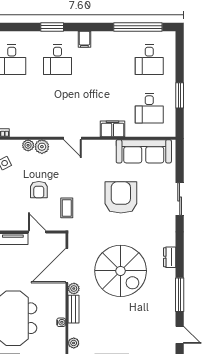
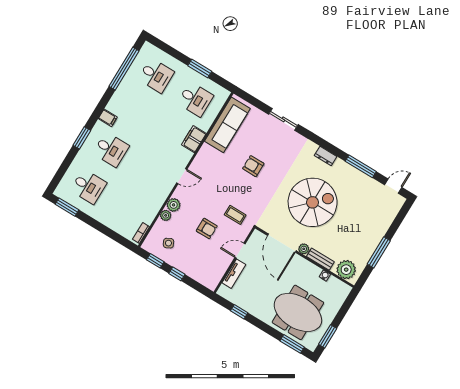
armchair: (121, 197) -> (253, 166), width x0.53, depth x0.53
plant: (74, 343) -> (346, 270), width x1.88, depth x1.88

